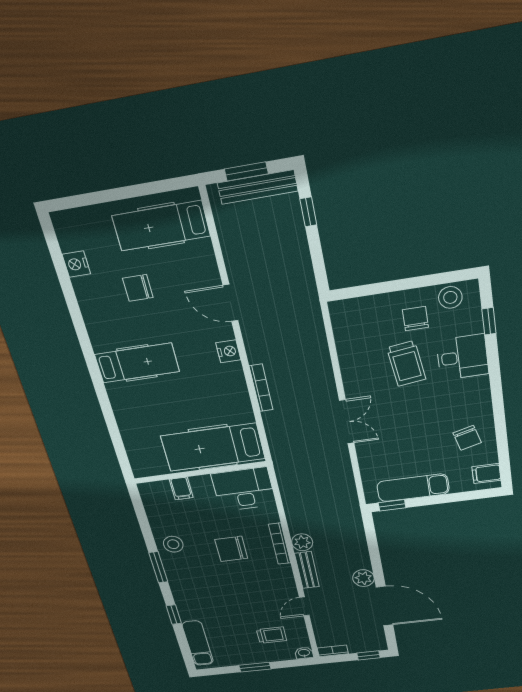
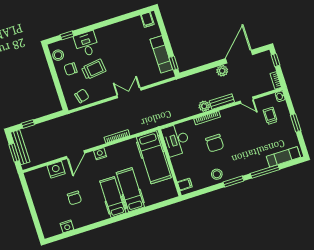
hospital bed: (161, 226) -> (130, 190), moved, turned 180
nightstand: (201, 258) -> (56, 170), added
chair: (467, 438) -> (82, 96), moved
filing cabinet: (181, 488) -> (185, 184), moved
window: (174, 615) -> (265, 171), width x2.17

